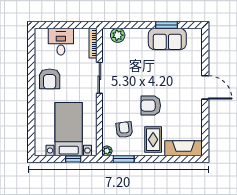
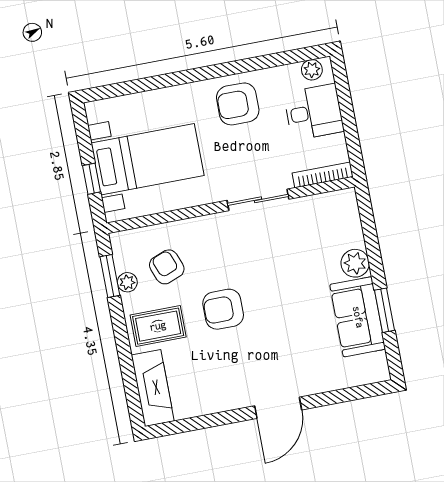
plant: (118, 35) -> (355, 263), moved
plant: (40, 39) -> (312, 70), added
armchair: (151, 106) -> (223, 309), turned -90
armchair: (124, 130) -> (167, 267), turned -104
plant: (107, 151) -> (127, 282), moved

